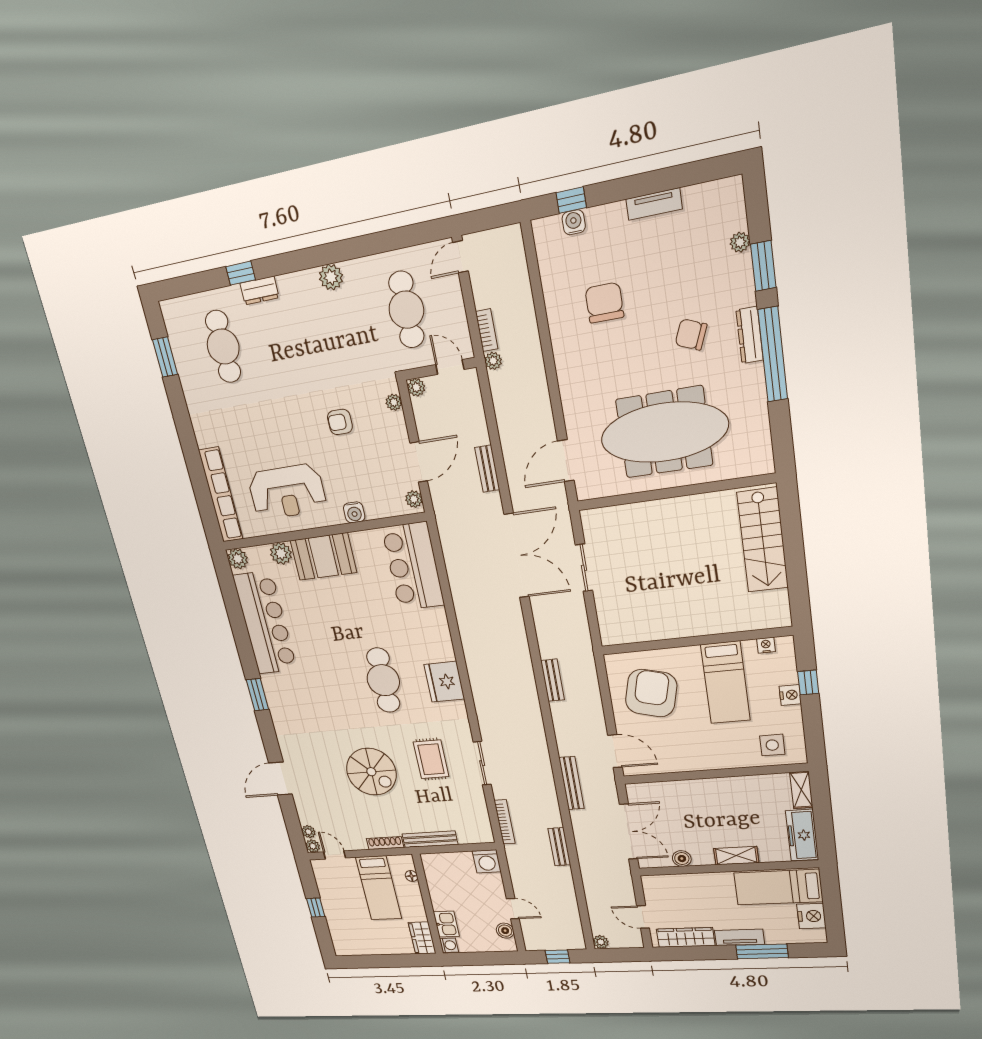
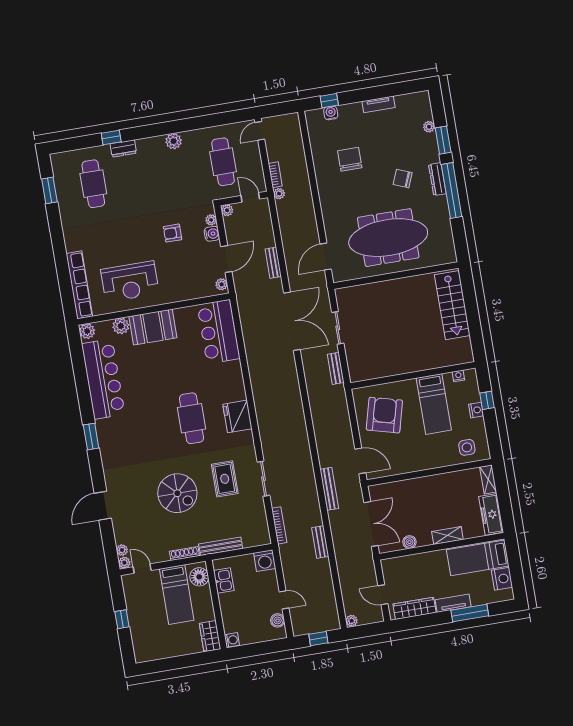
water cooler: (354, 512) -> (212, 234), moved, turned -90
bench: (553, 680) -> (336, 368), moved
floor lamp: (411, 876) -> (199, 577), width x1.89, depth x1.89
kitchen sink: (446, 924) -> (224, 581), moved

